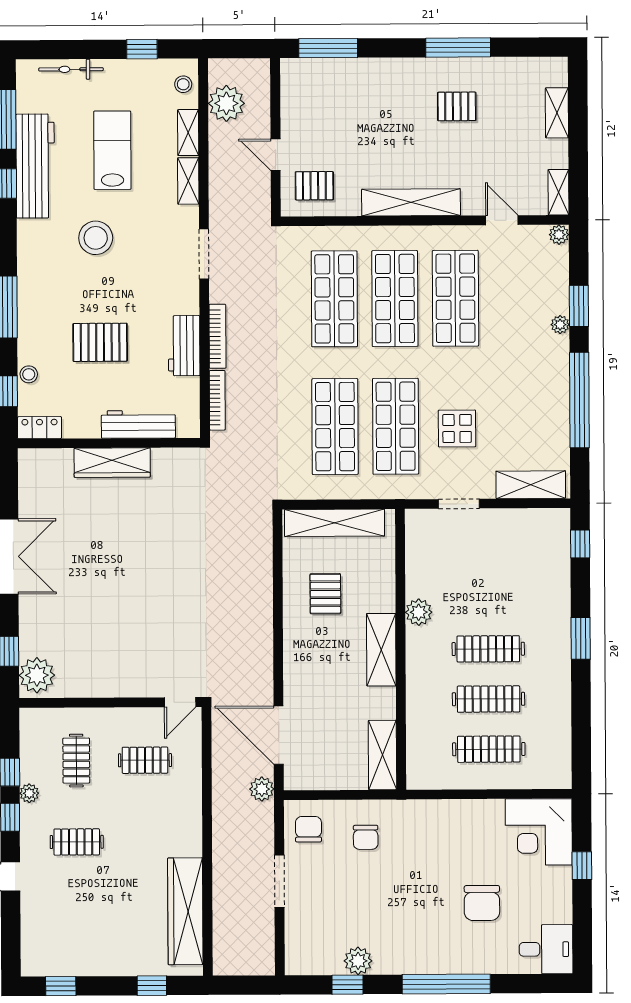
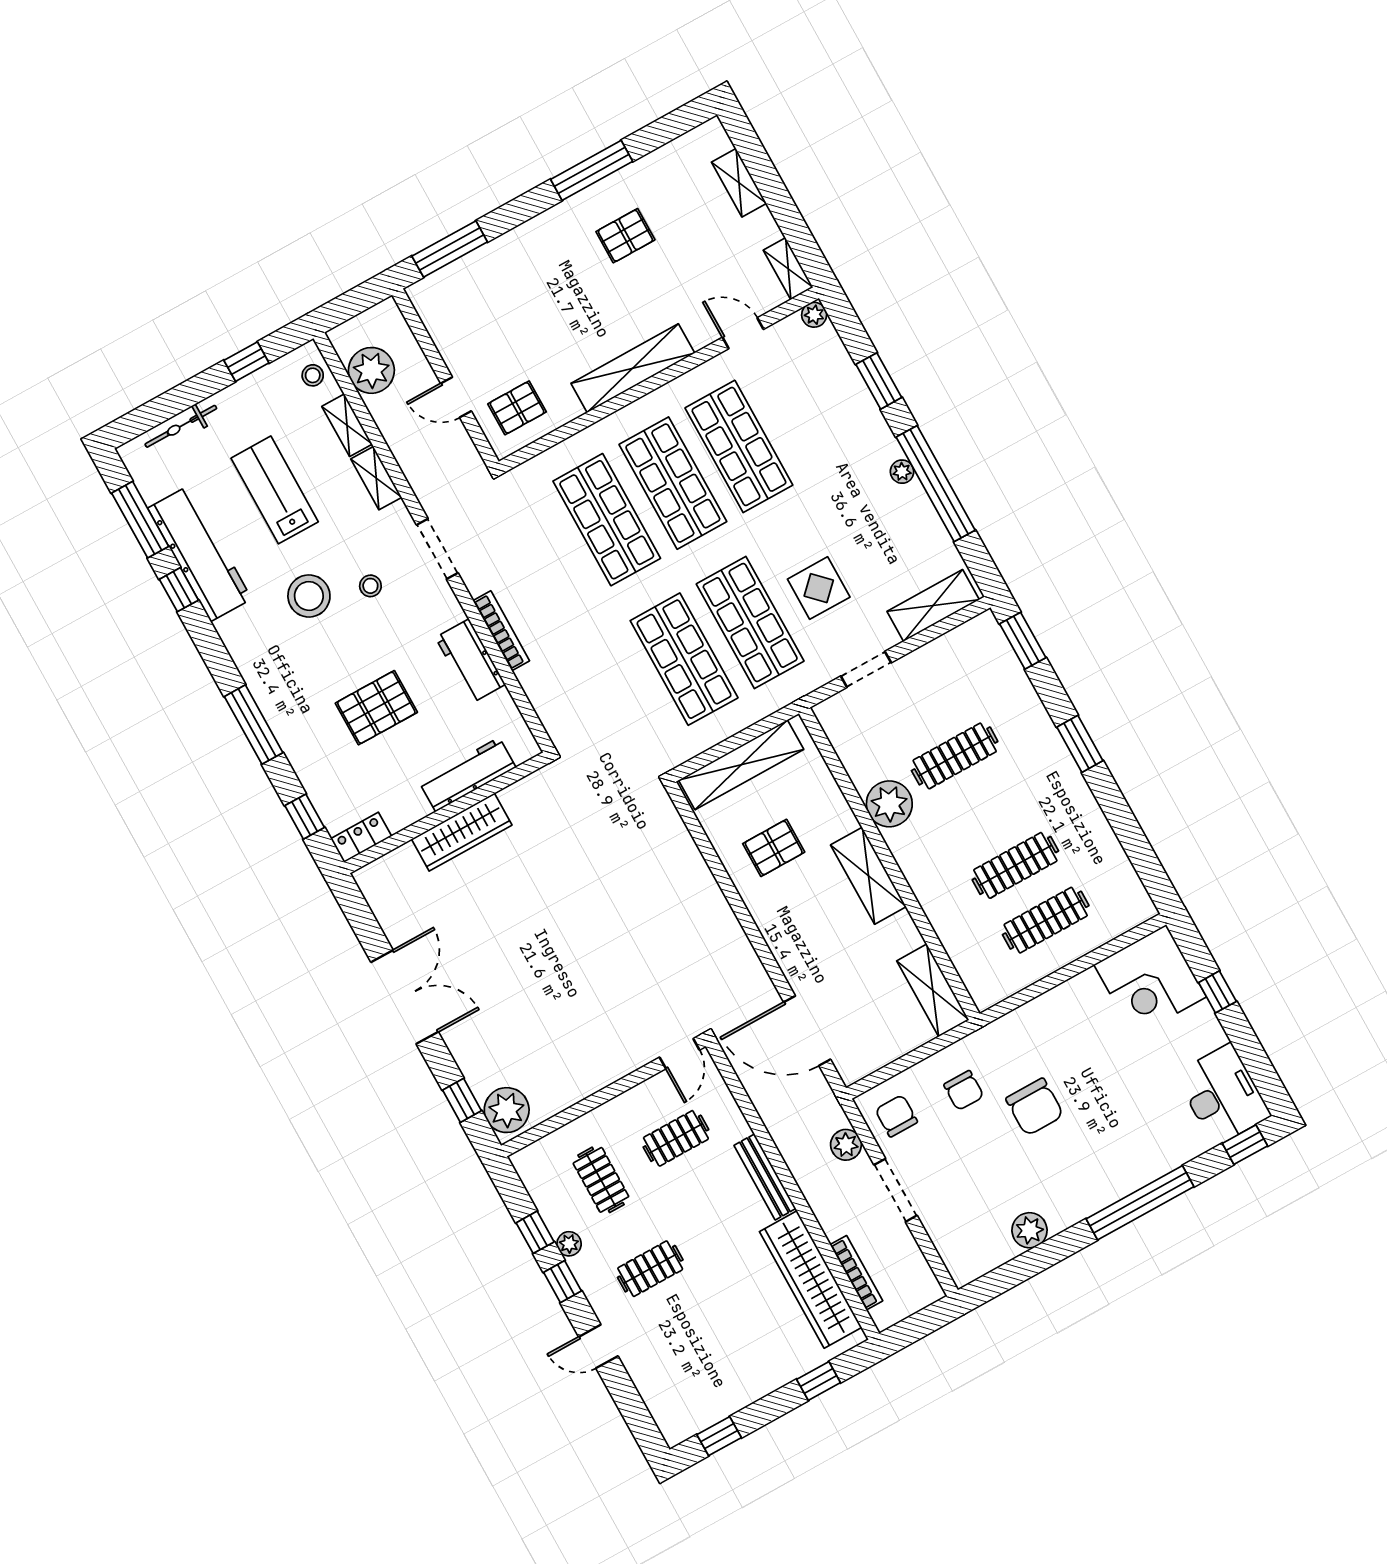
plant: (560, 325) -> (902, 472), moved
stool: (29, 374) -> (370, 586), moved
bookcase: (217, 400) -> (856, 1273), moved
window: (580, 544) -> (1023, 641), width x1.50
pallet: (325, 594) -> (774, 848), turned 90
plant: (419, 612) -> (889, 804), width x1.36, depth x1.36
clothes rail: (488, 649) -> (955, 756), moved
plant: (262, 789) -> (846, 1145), moved
bench: (193, 822) -> (765, 1177), added
chair: (482, 903) -> (1035, 1107), moved
desk: (546, 949) -> (1223, 1095), width x1.37
window: (347, 985) -> (1245, 1145), moved

